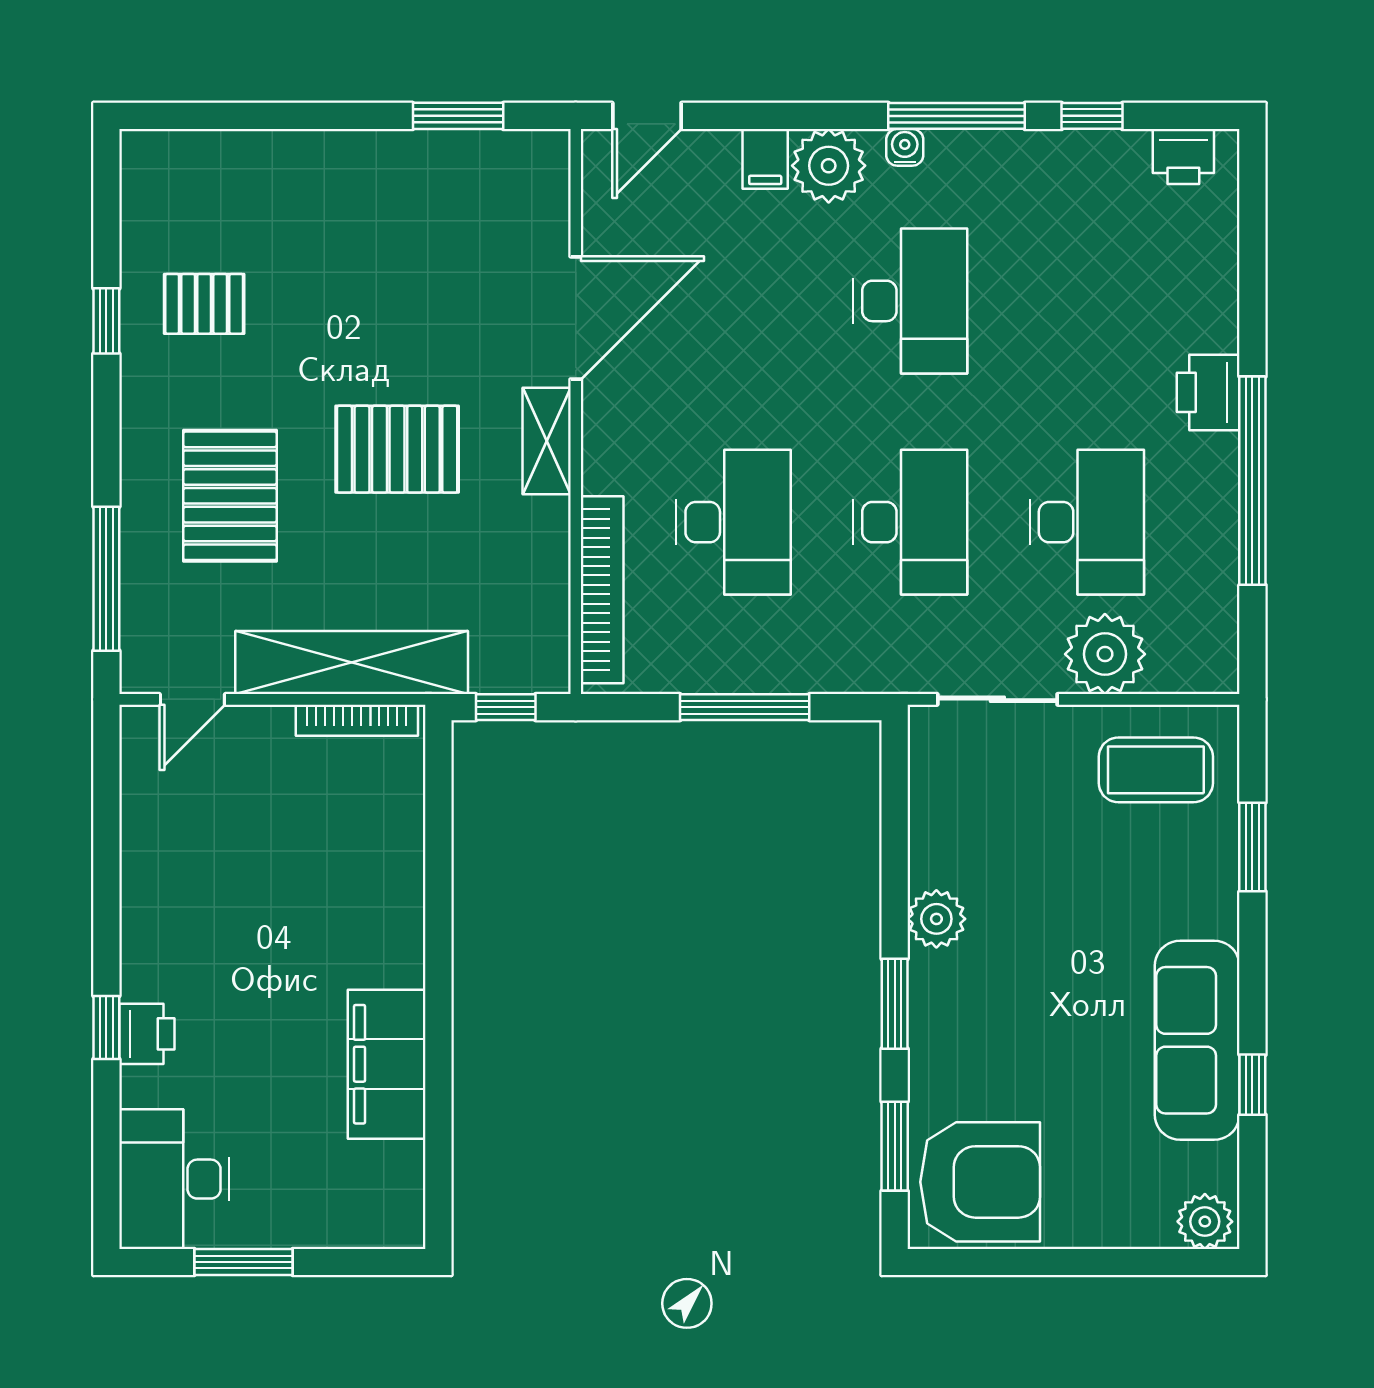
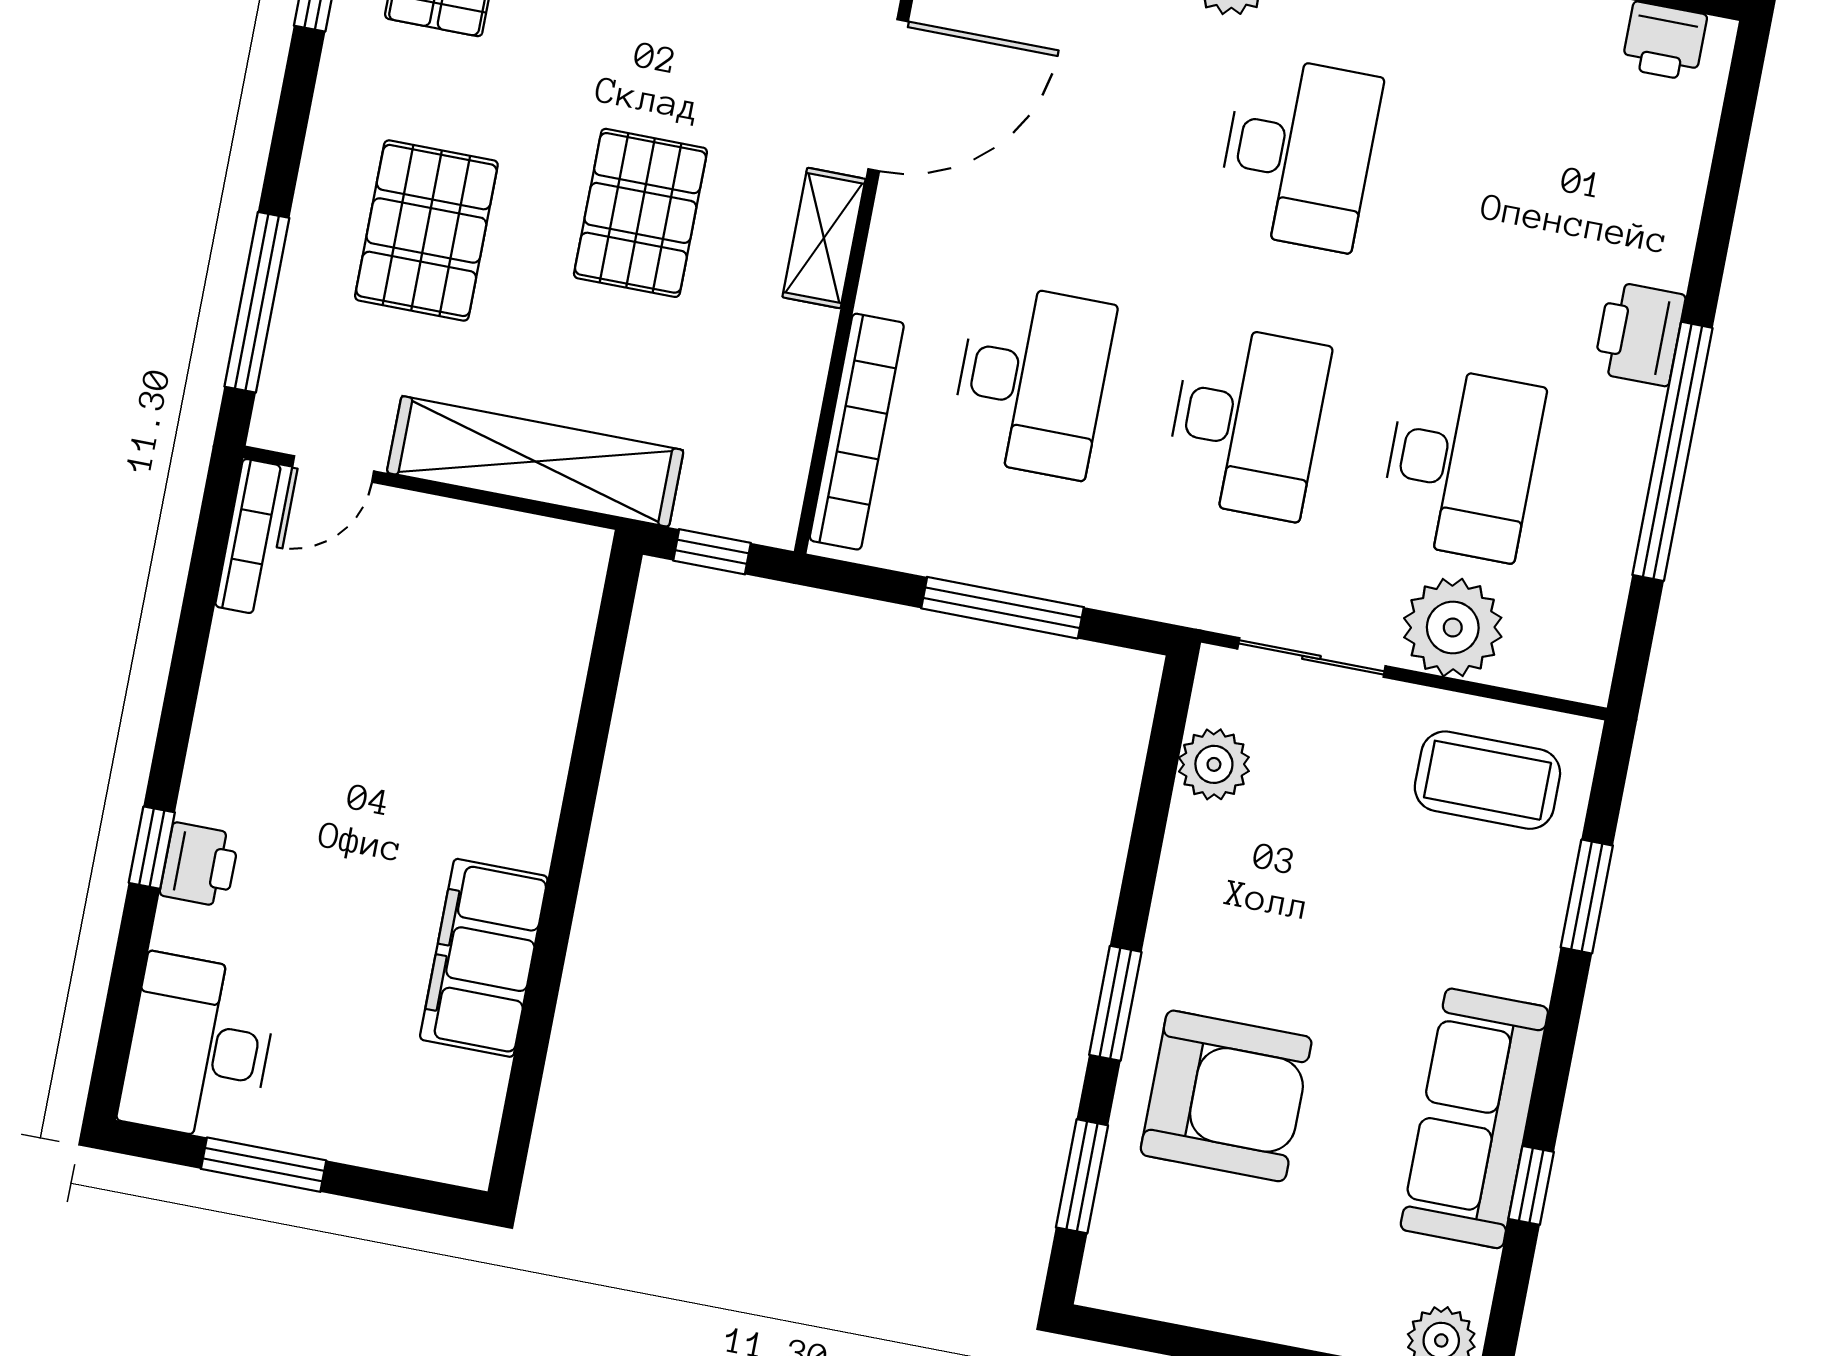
pallet: (397, 449) -> (640, 213), turned 90
bookcase: (357, 720) -> (248, 536), moved, turned -90
plant: (936, 919) -> (1214, 764), moved
armchair: (980, 1182) -> (1226, 1096), moved

